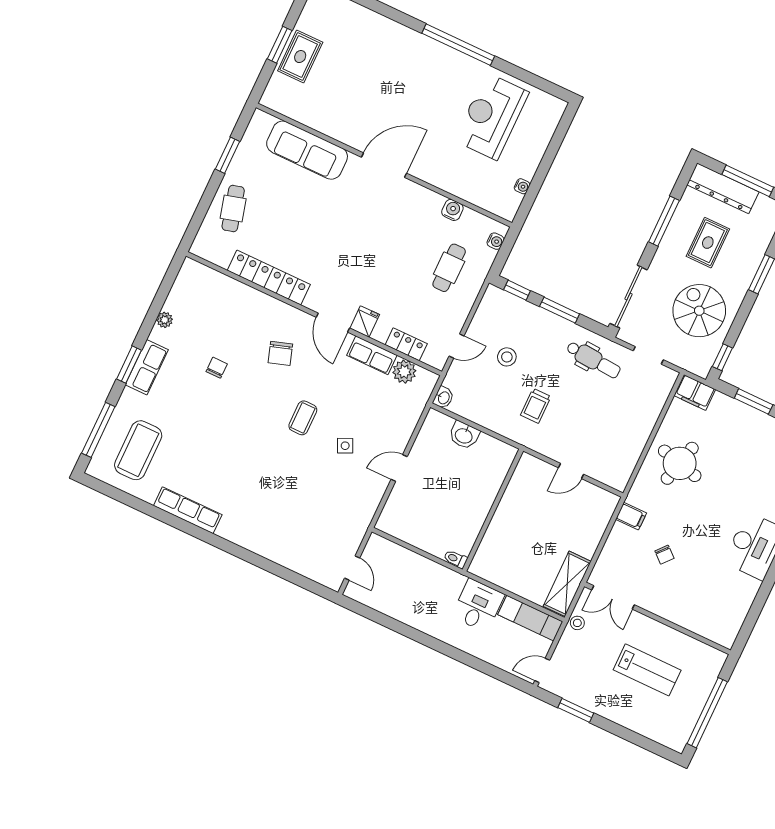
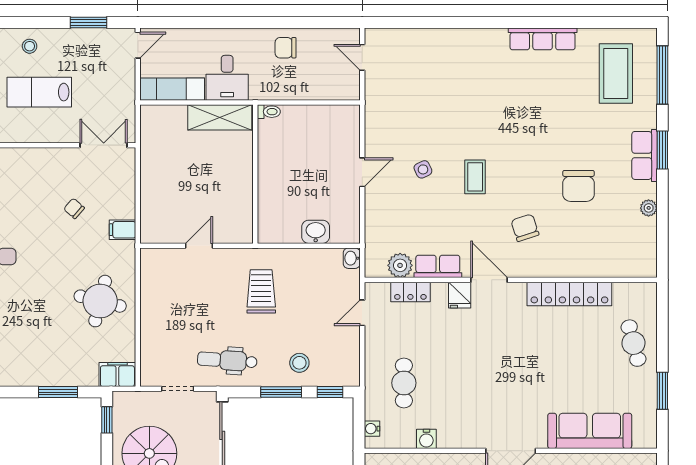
stool: (507, 357) -> (299, 363), moved
chair: (217, 368) -> (578, 186), width x1.87, depth x1.87
trolley: (536, 406) -> (261, 291), width x1.36, depth x1.39
shelving: (567, 584) -> (220, 117), moved, turned 90
chair: (415, 608) -> (286, 48), added
stool: (577, 623) -> (30, 46), moved

